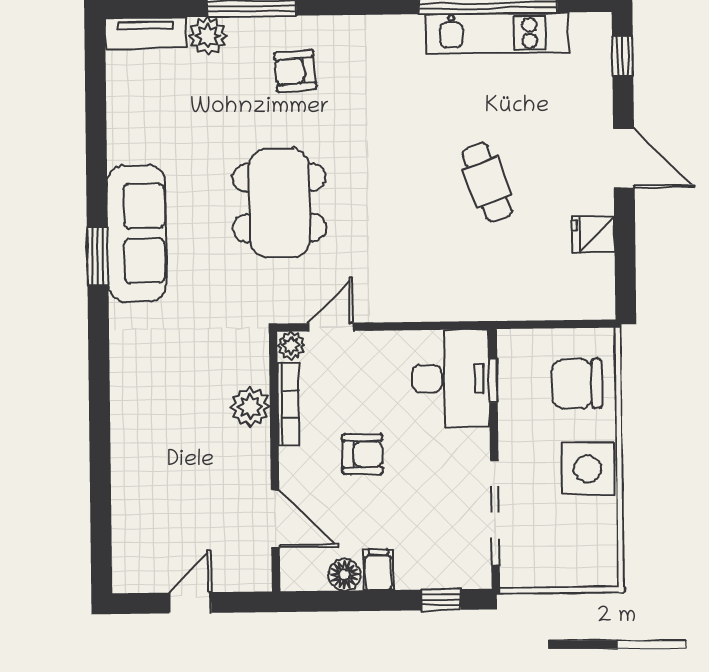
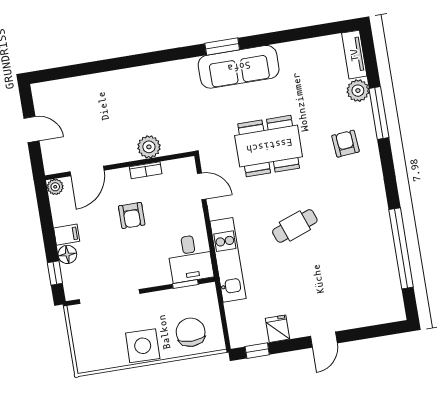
kitchen unit: (497, 33) -> (228, 260), moved, turned 180
window: (623, 56) -> (257, 351), moved
door: (624, 158) -> (324, 340), width x0.73
cafe table: (487, 182) -> (295, 226), moved
plant: (291, 345) -> (55, 187), moved
desk: (451, 379) -> (190, 258), width x0.73
bookcase: (289, 404) -> (146, 170), width x0.64
floor lamp: (345, 575) -> (67, 254), moved

